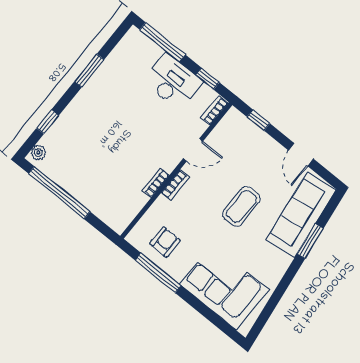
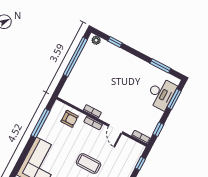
window: (163, 42) -> (174, 99), width x0.69
window: (89, 71) -> (160, 66), moved
desk: (173, 81) -> (161, 94), moved
armchair: (165, 242) -> (70, 119), moved

